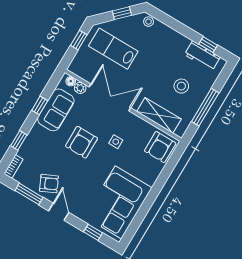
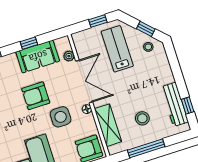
stool: (149, 22) -> (148, 47), moved
workbench: (202, 56) -> (175, 104), width x1.38
floor lamp: (71, 81) -> (87, 109), moved
side table: (116, 142) -> (61, 117), width x1.87, depth x1.87

